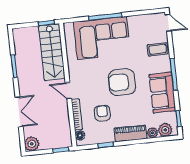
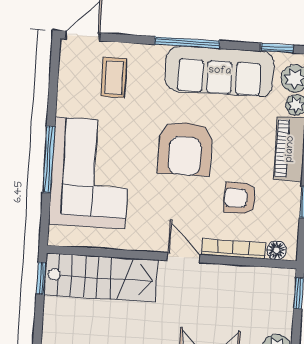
coffee table: (158, 49) -> (114, 77), moved
door: (68, 91) -> (184, 258), swing flipped
sofa: (162, 93) -> (220, 71), width x1.36

